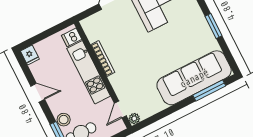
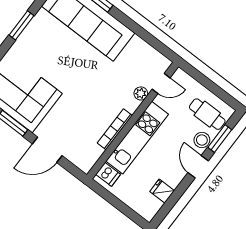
fridge: (30, 55) -> (162, 191), moved, turned -90
door: (38, 93) -> (198, 167), moved
plant: (134, 119) -> (141, 93), moved

